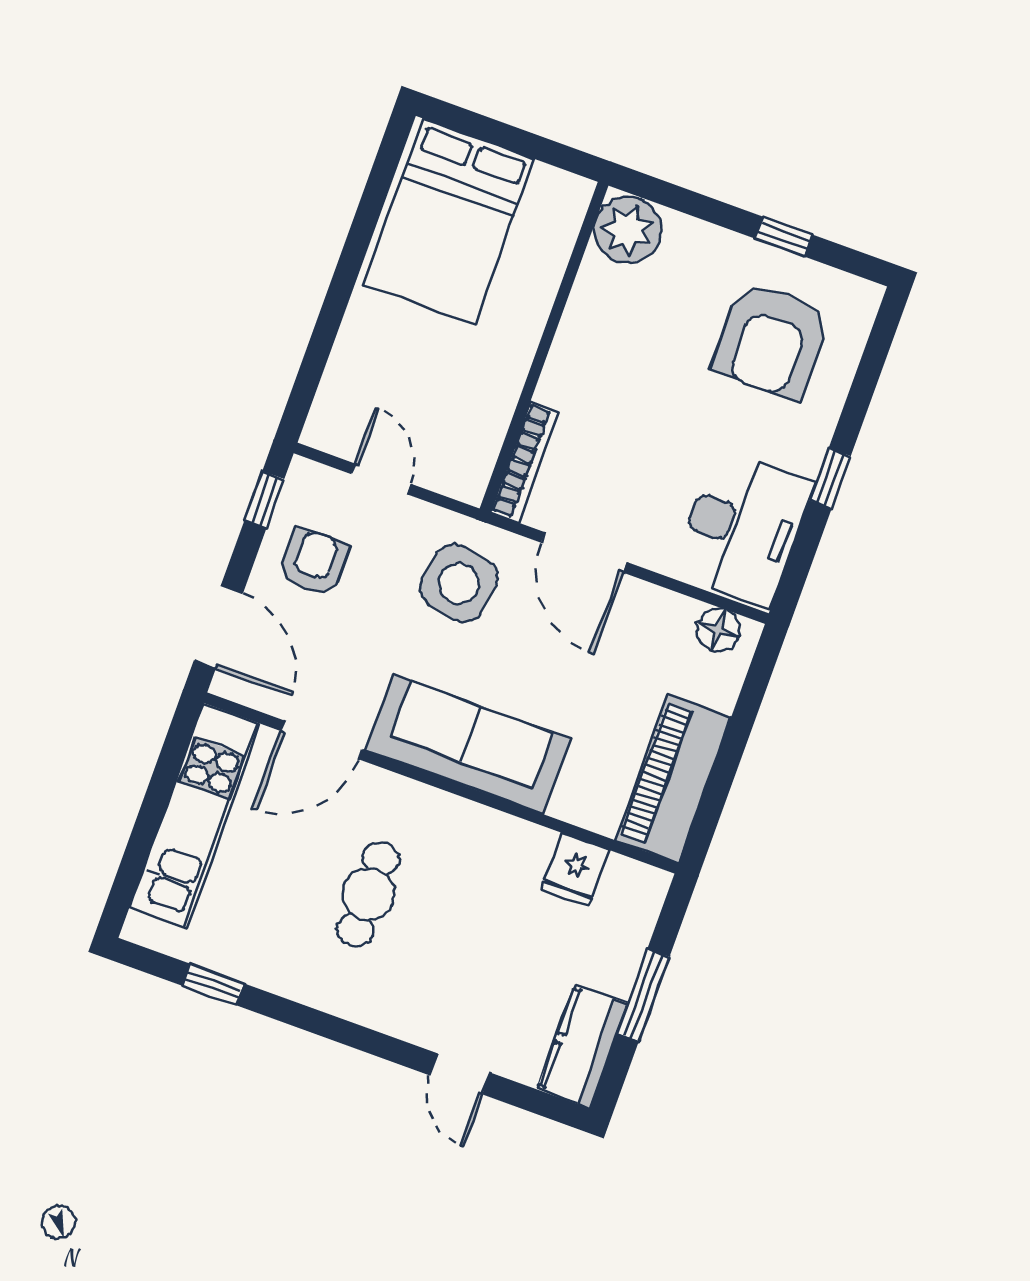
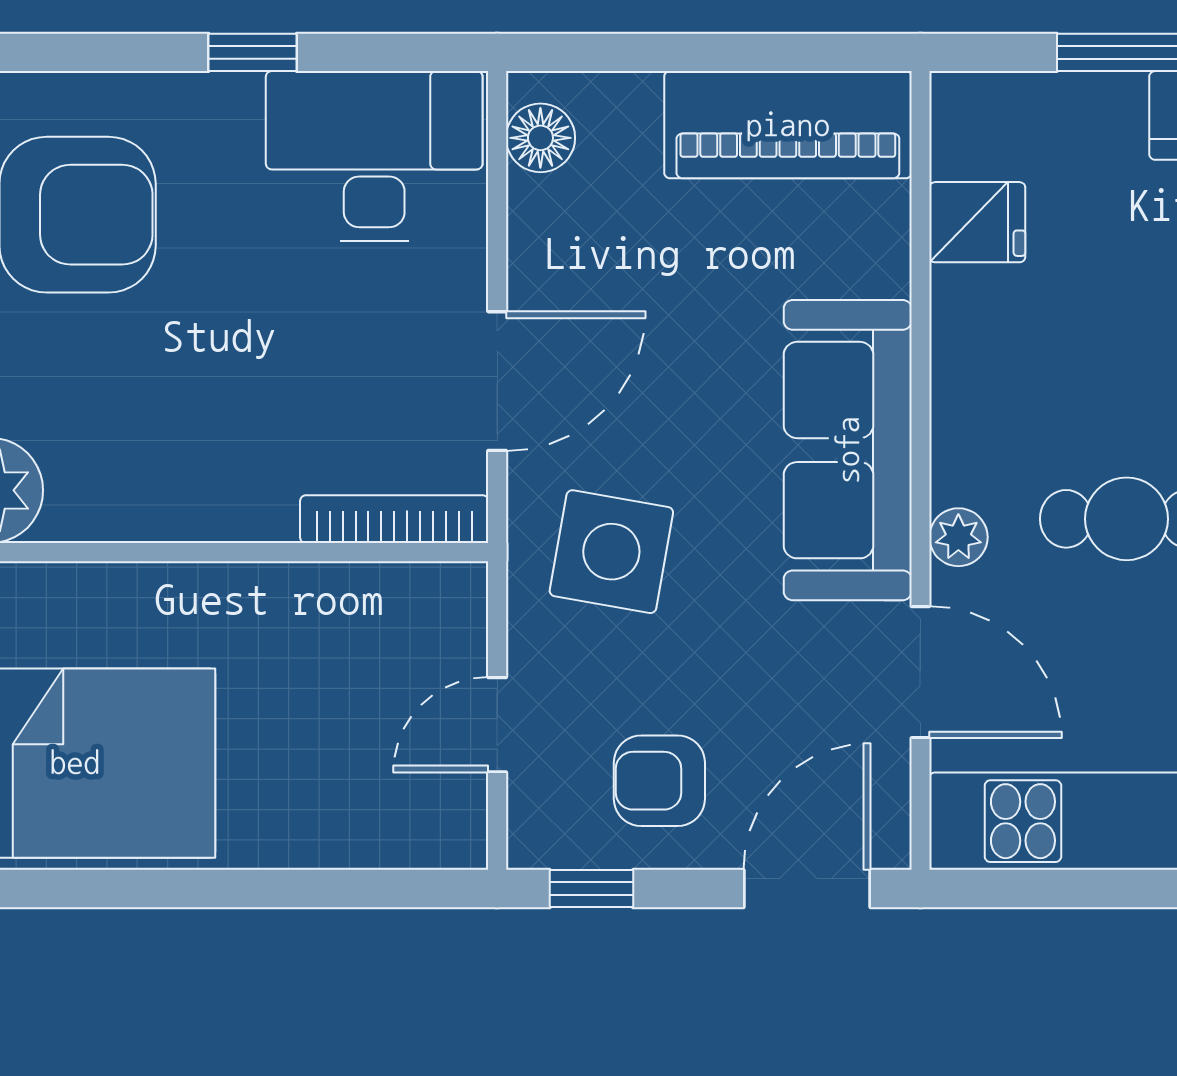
plant: (393, 791) -> (958, 537), added

